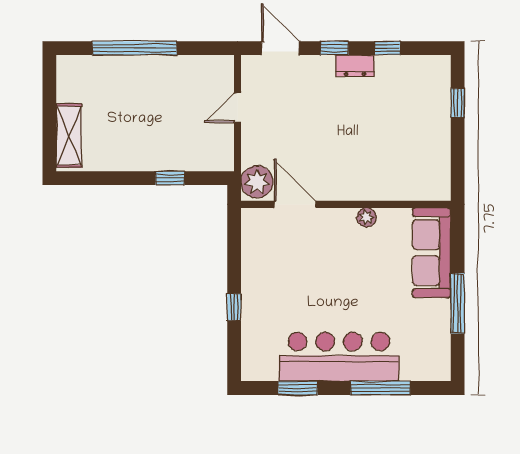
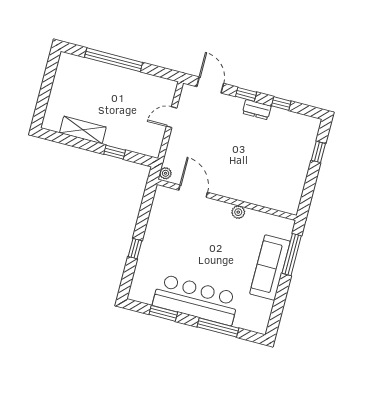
shelving: (69, 136) -> (83, 130), moved, turned 90
plant: (257, 182) -> (166, 173), width x0.53, depth x0.53
sofa: (432, 253) -> (270, 267), moved
window: (458, 303) -> (292, 255), moved

